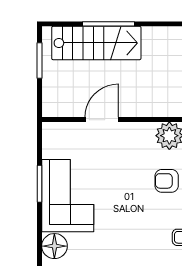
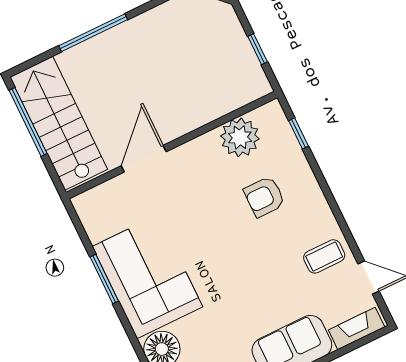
stairs: (96, 43) -> (59, 123), moved, turned -90
window: (40, 60) -> (28, 122), width x1.44

